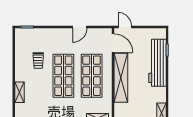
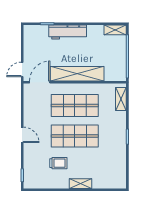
door: (80, 27) -> (22, 135), moved
workbench: (157, 63) -> (68, 32), width x0.73, depth x0.76
shelving: (19, 92) -> (80, 184), moved

